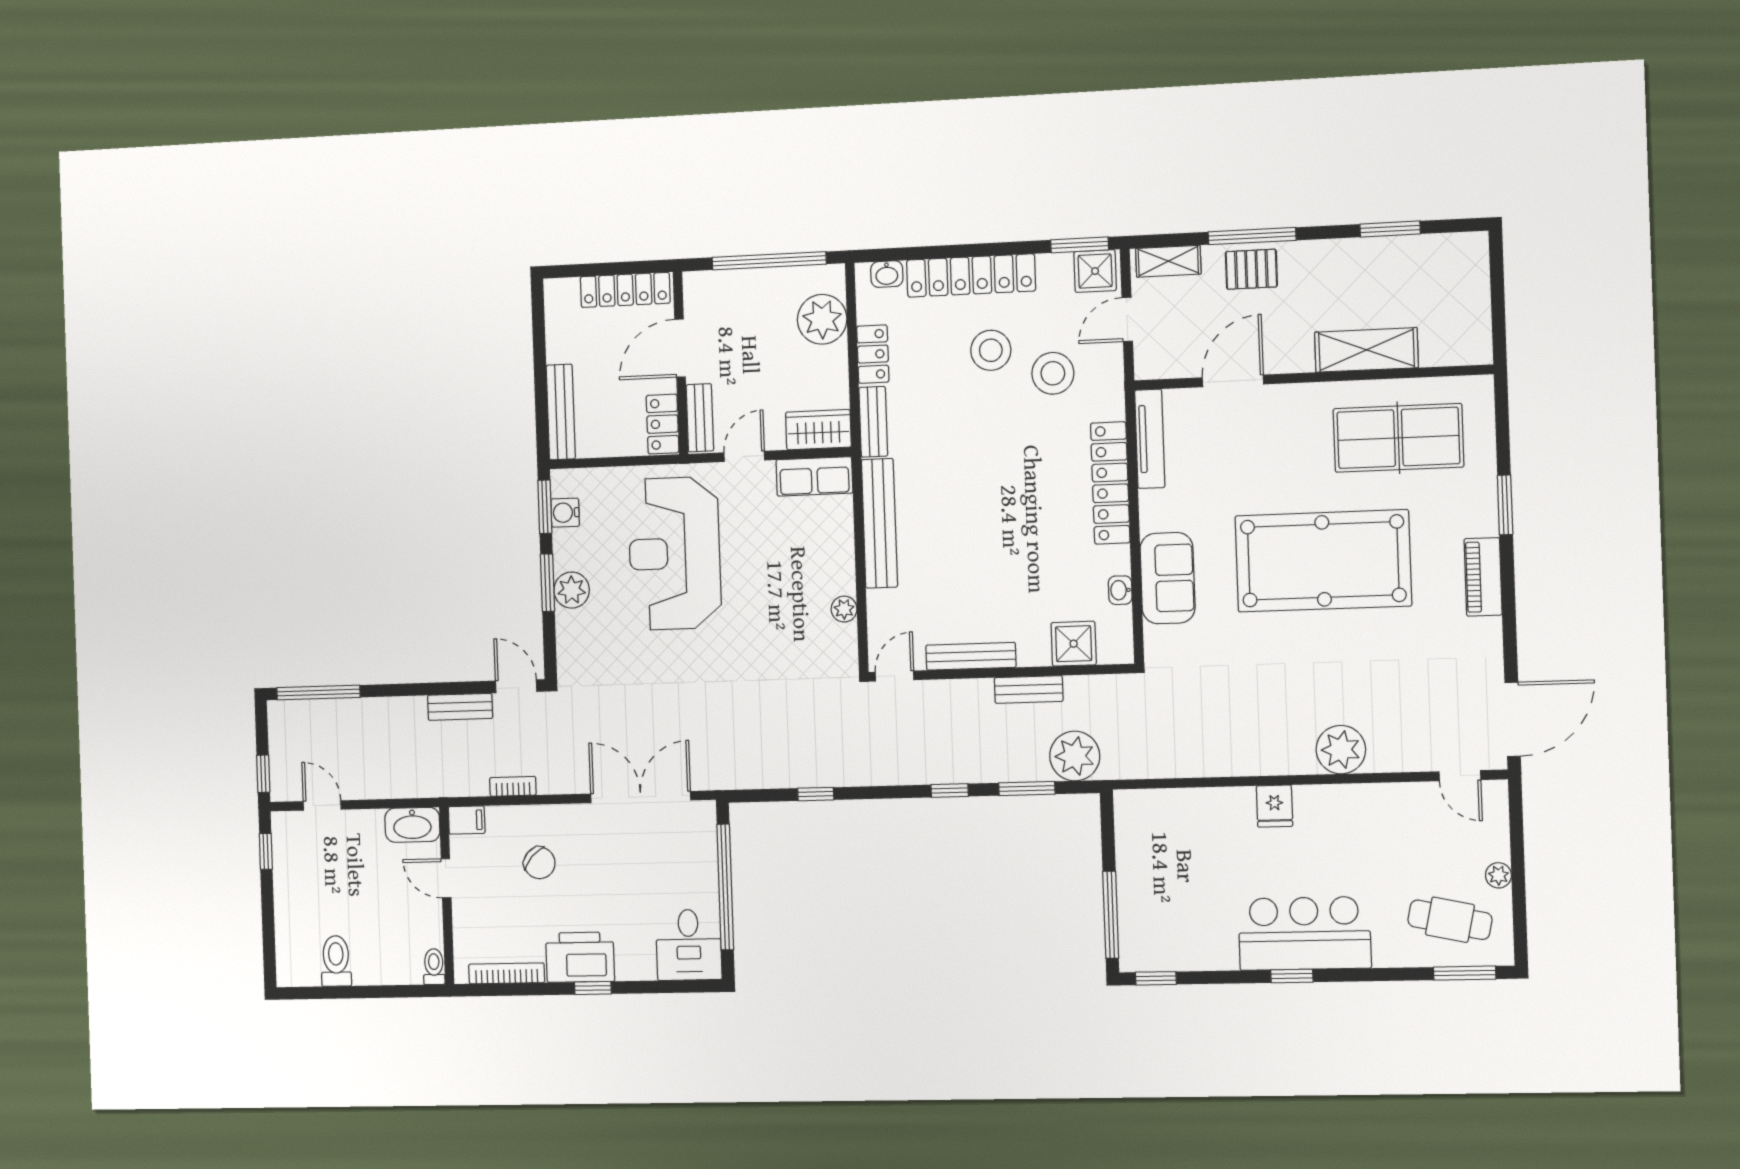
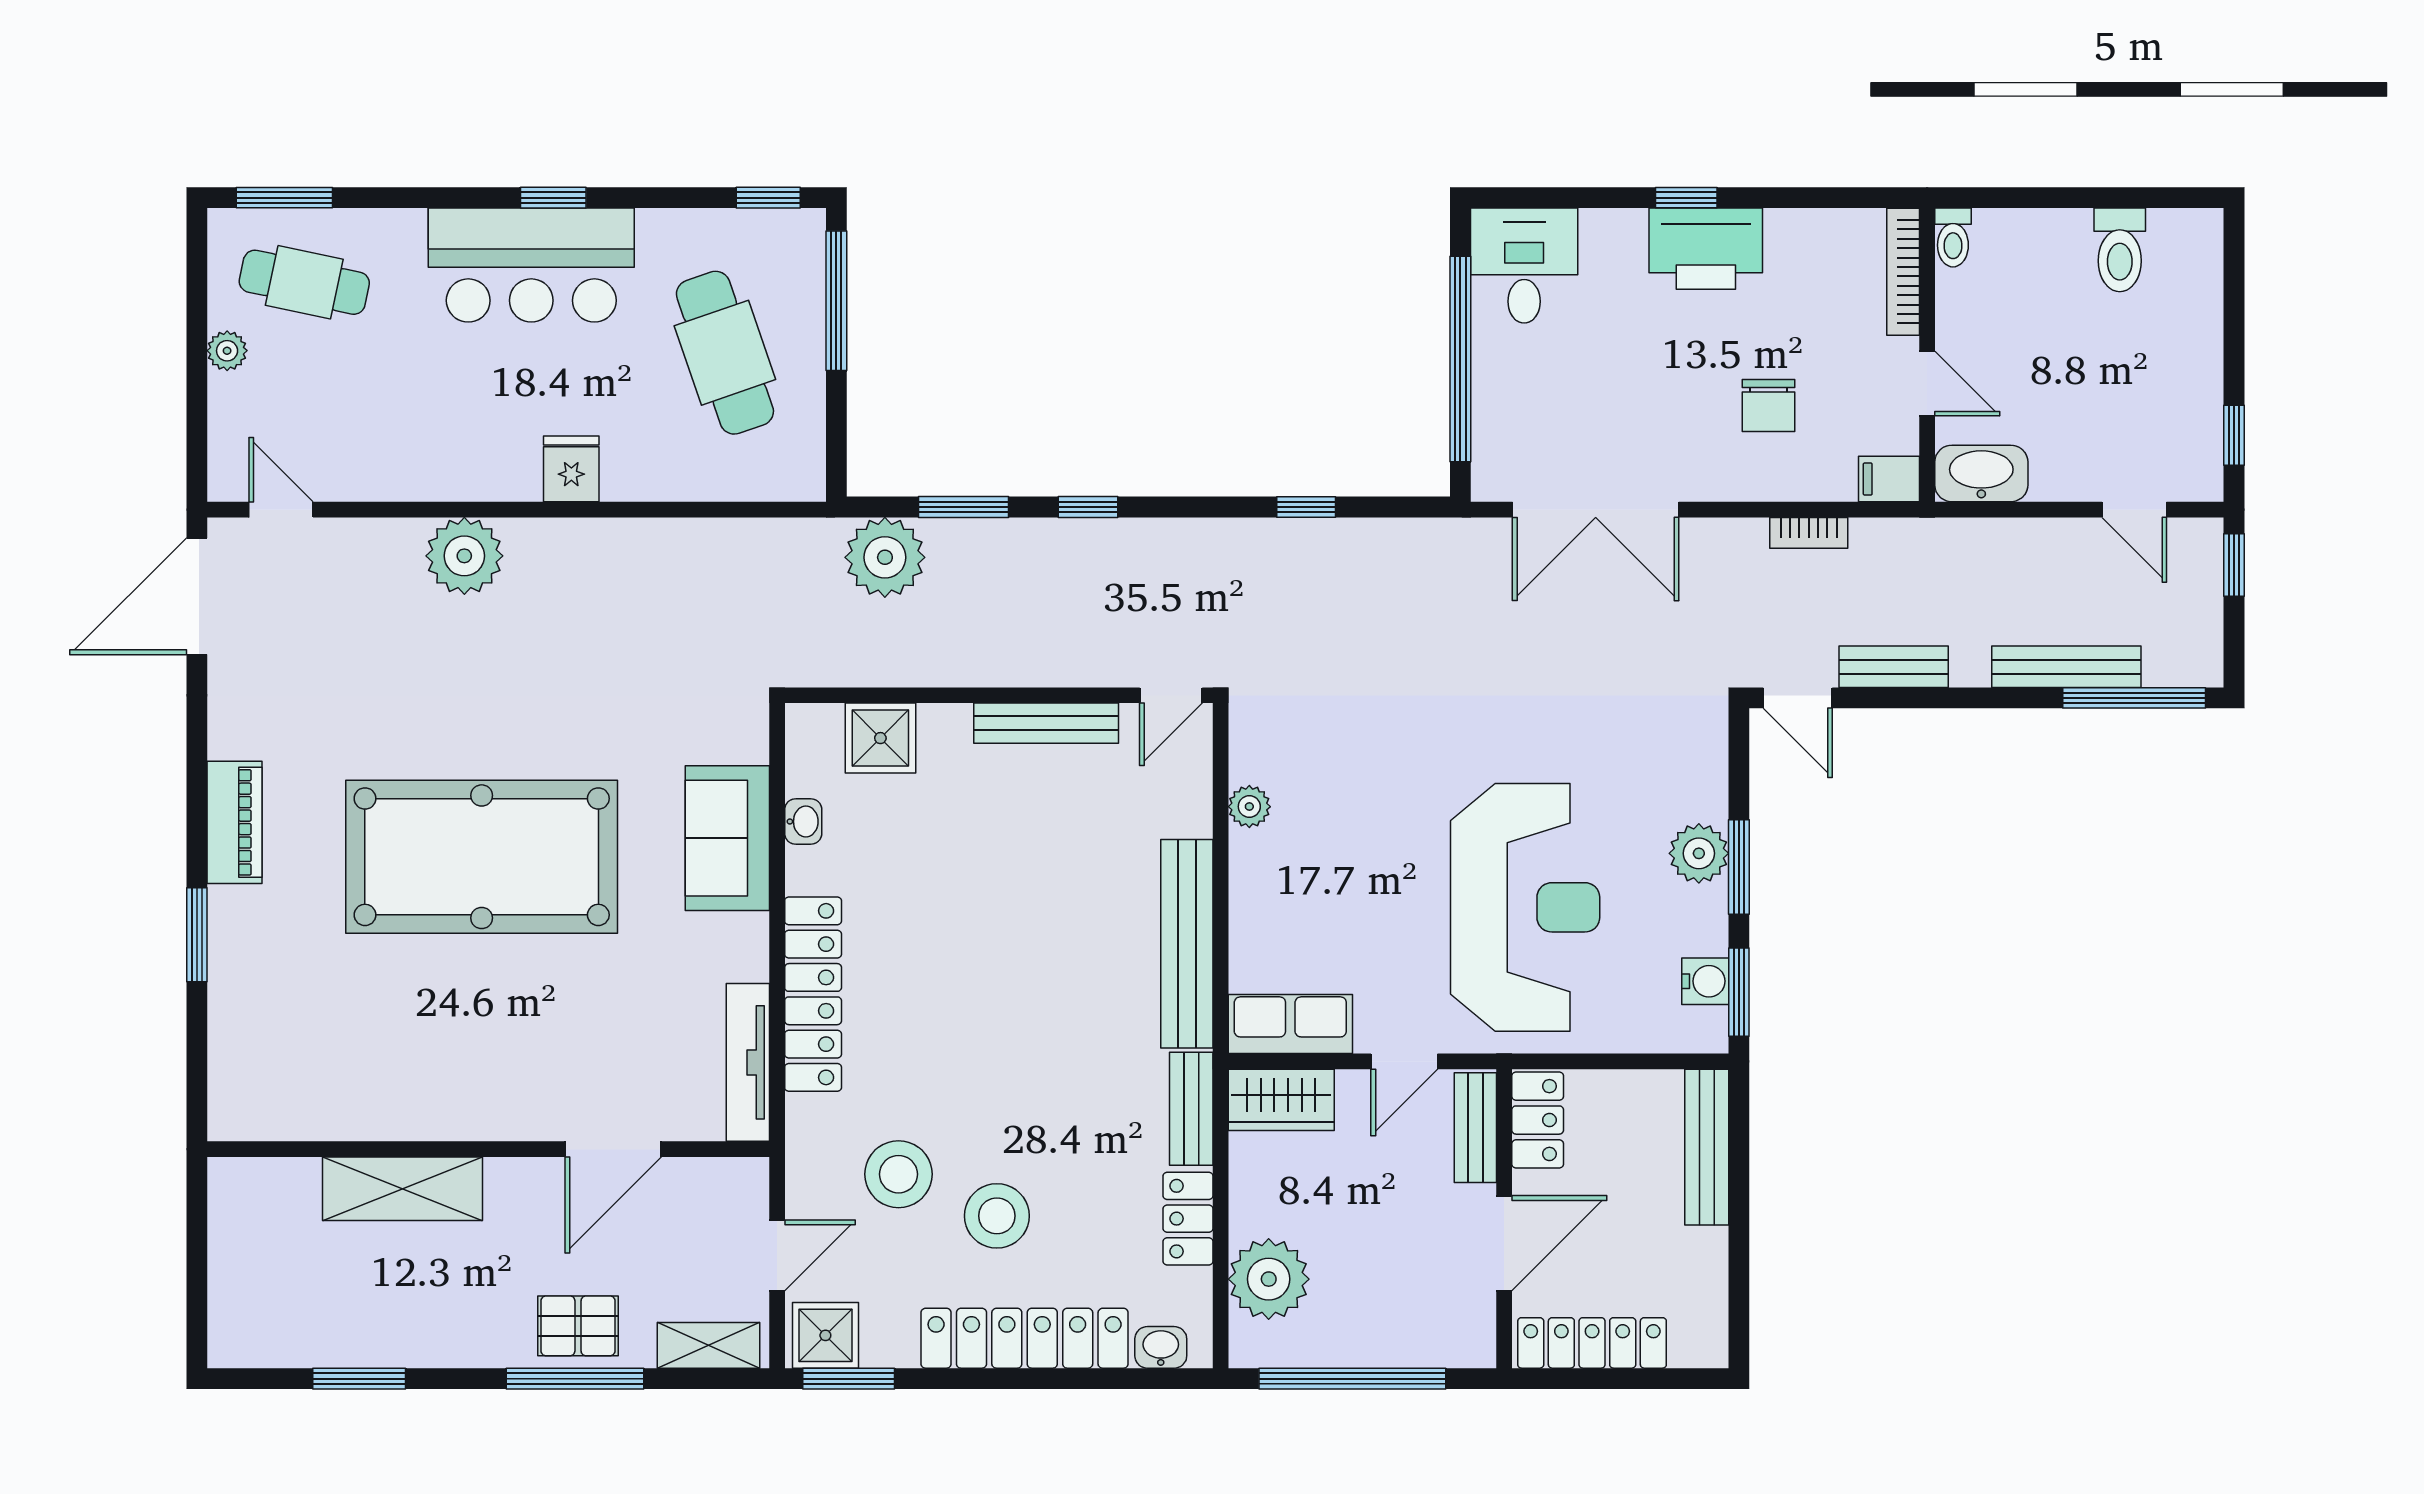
table tennis table: (1398, 438) -> (358, 1047), removed
bench: (1029, 689) -> (2066, 667), moved, width x1.36
chair: (539, 863) -> (1769, 405), turned -132
cafe table: (1180, 881) -> (725, 353), added
bookcase: (507, 973) -> (1903, 272), moved, turned 90

